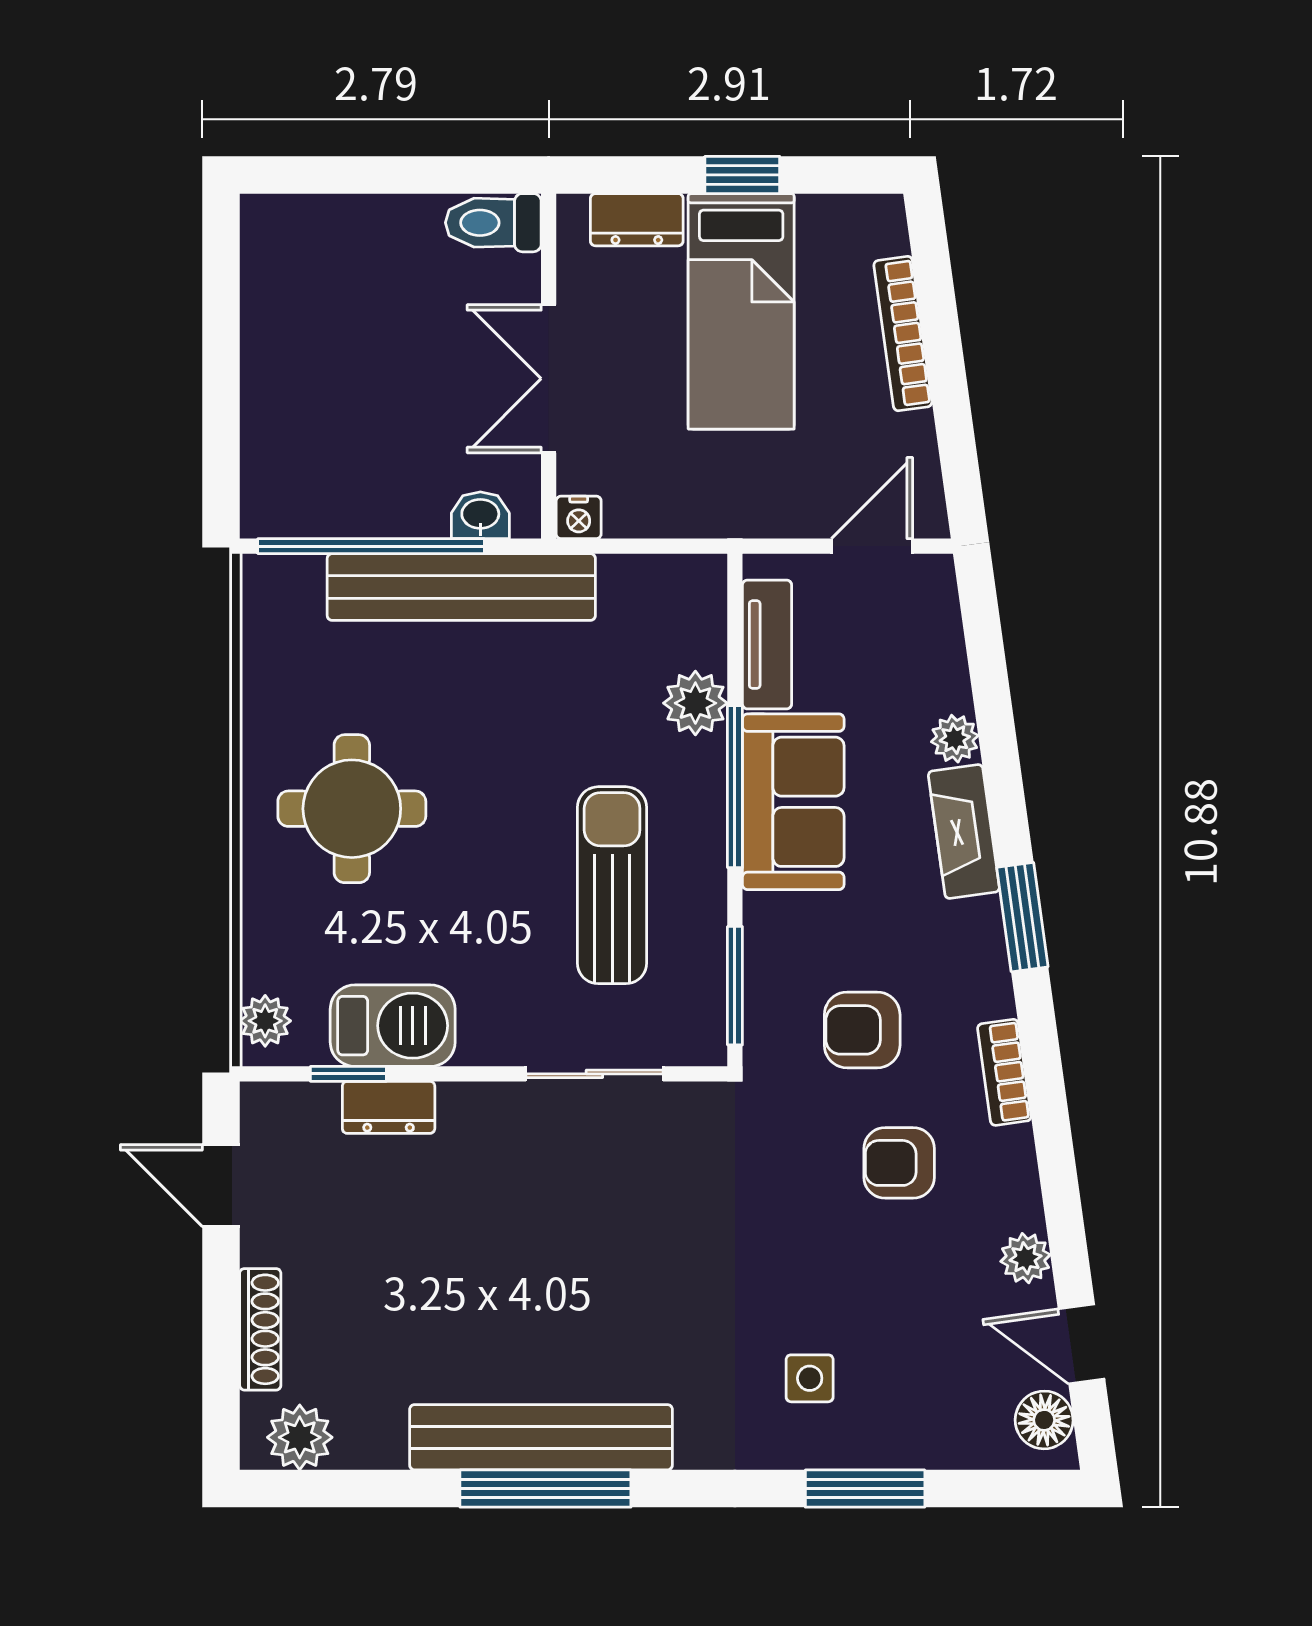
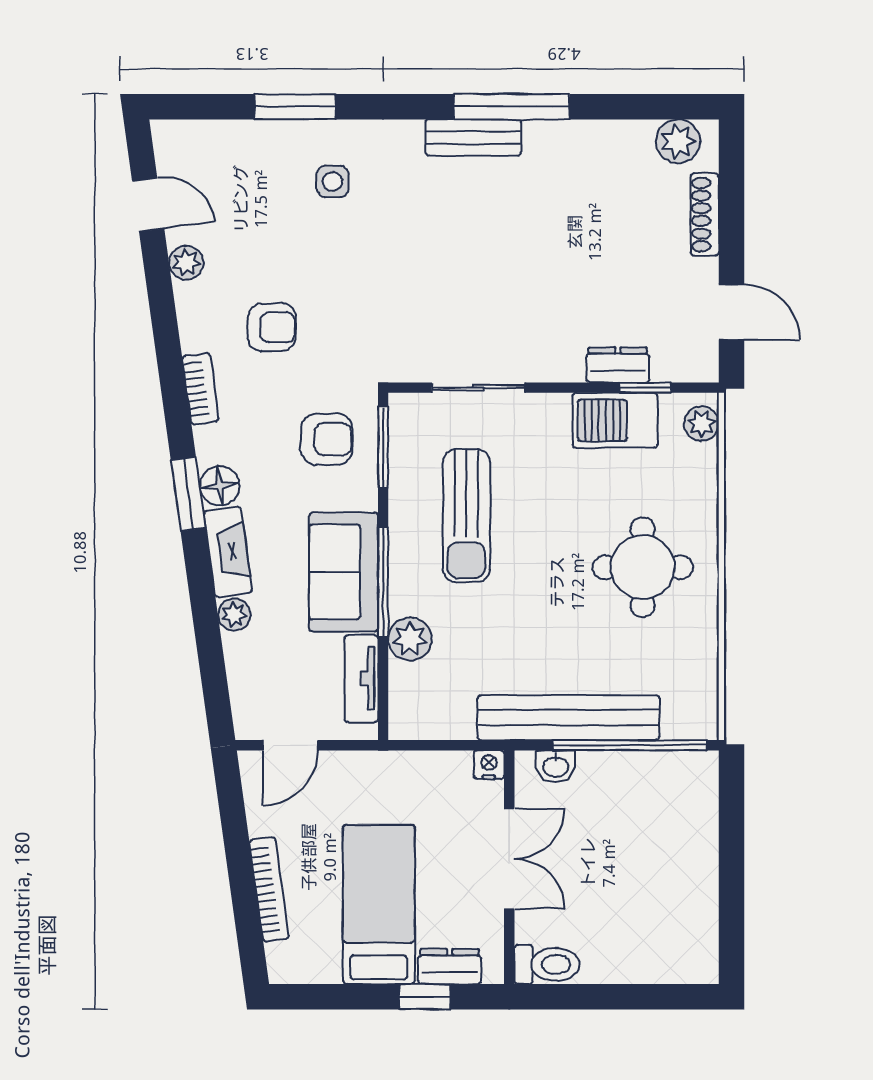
window: (742, 175) -> (425, 997), moved
armchair: (862, 1030) -> (327, 439), moved
floor lamp: (1044, 1420) -> (220, 486), moved
bench: (541, 1437) -> (473, 138), width x0.54, depth x0.82

